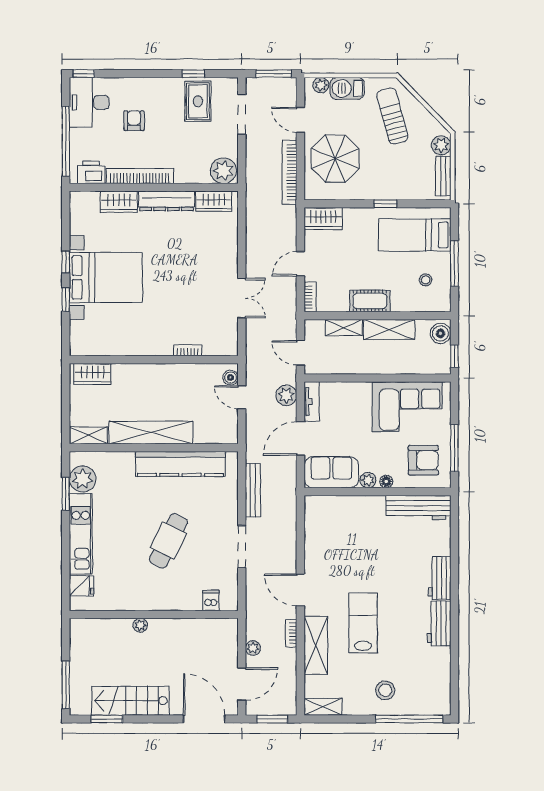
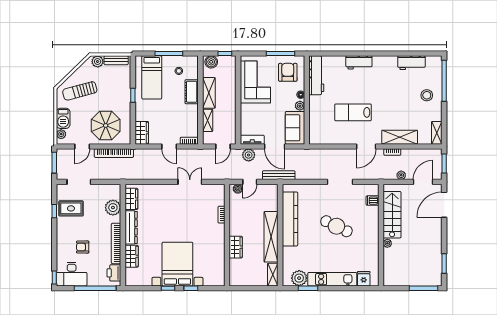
plant: (223, 171) -> (113, 208), moved
cot: (370, 301) -> (192, 92), moved
wardrobe: (92, 374) -> (236, 247), moved
bench: (253, 490) -> (279, 175), moved
lab bench: (363, 623) -> (353, 112), moved
workbench: (439, 623) -> (411, 63), moved
door: (242, 684) -> (423, 182), hinge flipped
stairs: (130, 701) -> (392, 215), moved, turned 180

